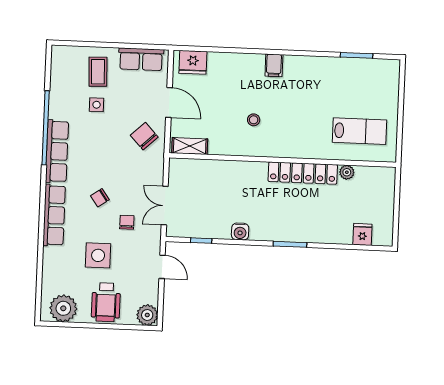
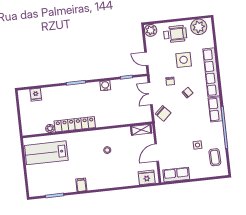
filing cabinet: (274, 65) -> (81, 185), moved
coffee table: (98, 72) -> (215, 157), moved
door: (169, 102) -> (157, 153), hinge flipped
lab bench: (359, 131) -> (46, 153), width x1.36, depth x1.39
chair: (144, 136) -> (163, 113), moved
row of seats: (57, 151) -> (215, 109), width x0.68
double door: (165, 206) -> (150, 94), swing flipped
row of seats: (54, 215) -> (211, 72), width x1.36
wheelchair: (106, 302) -> (175, 34), turned 90

